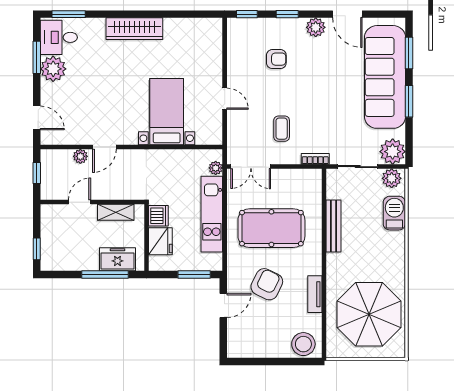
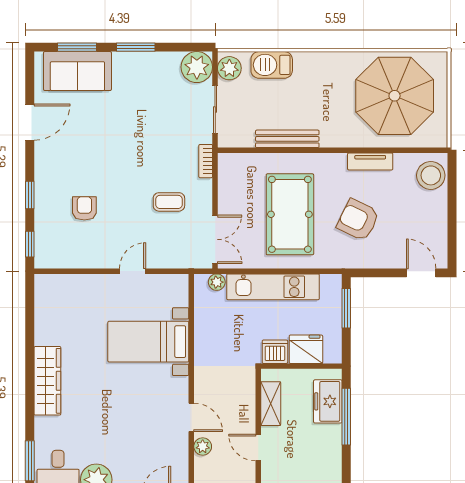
plant: (316, 27) -> (46, 161), removed
sofa: (385, 77) -> (77, 71), width x0.54, depth x0.79
door: (223, 305) -> (421, 273), moved

